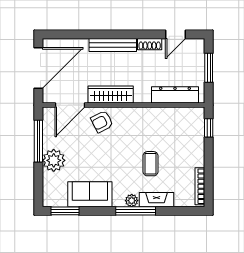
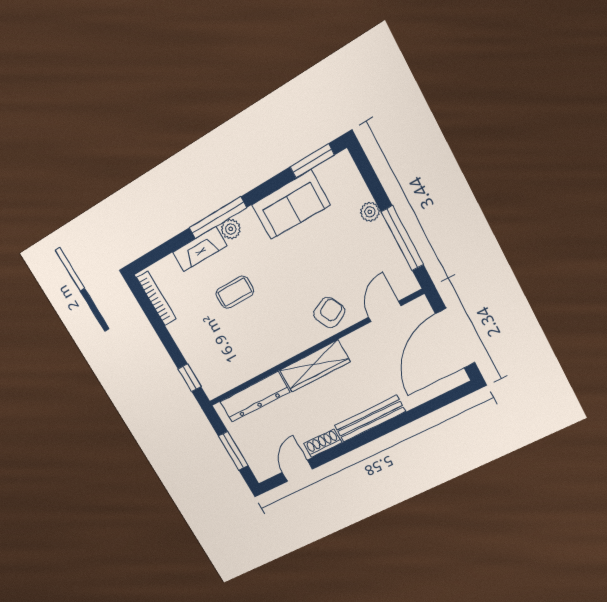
wardrobe: (111, 94) -> (315, 366), moved
door: (70, 105) -> (385, 312), width x0.73
plant: (54, 160) -> (370, 212), width x0.53, depth x0.53
coffee table: (150, 164) -> (235, 292), turned 90

